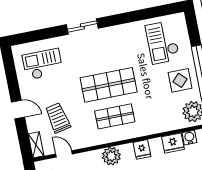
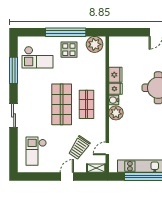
window: (140, 15) -> (14, 70), added
trolley: (58, 118) -> (79, 148), turned -44
water cooler: (189, 138) -> (114, 100), moved
fridge: (173, 143) -> (115, 75), moved

